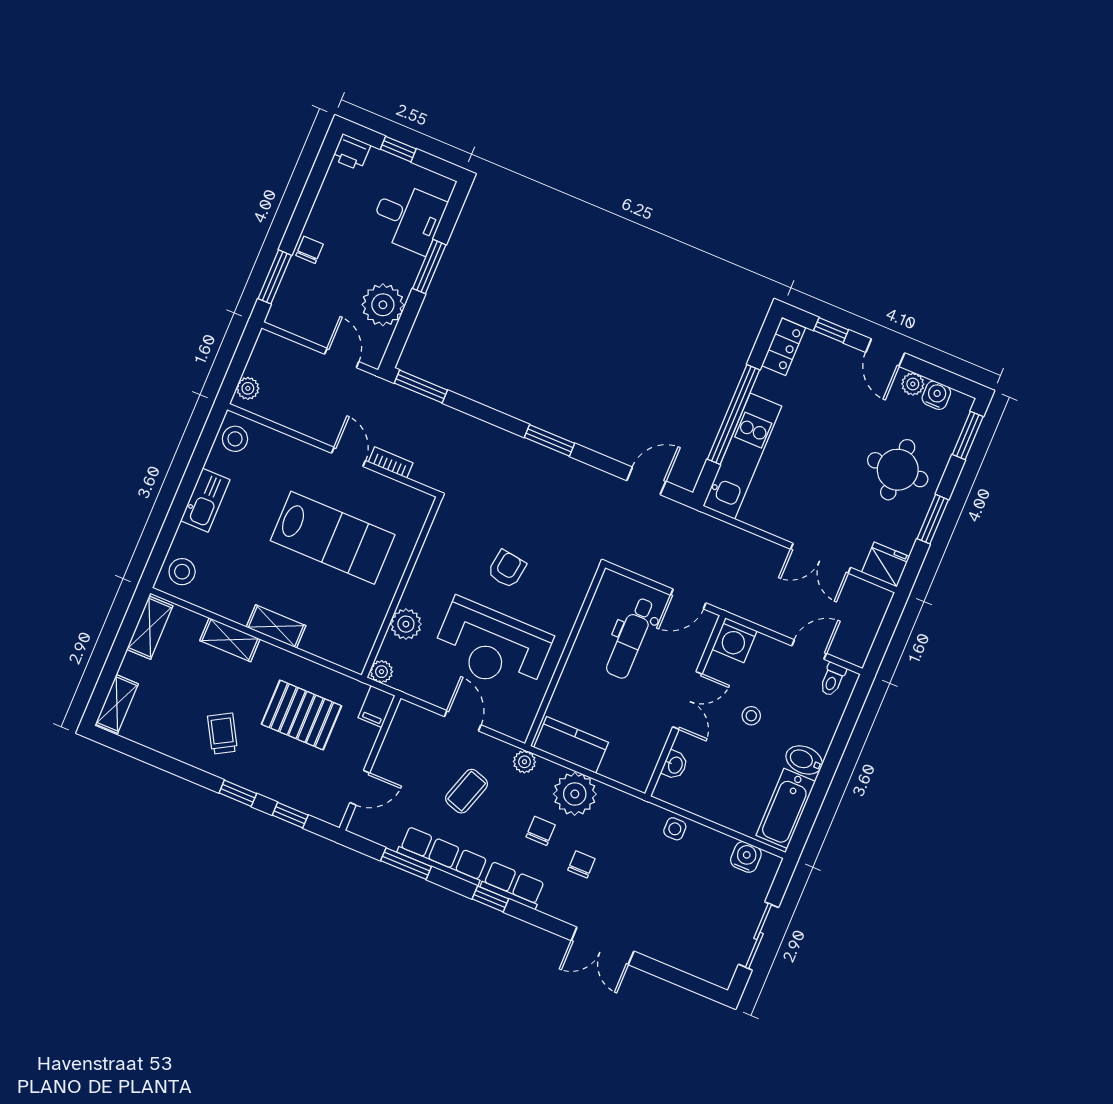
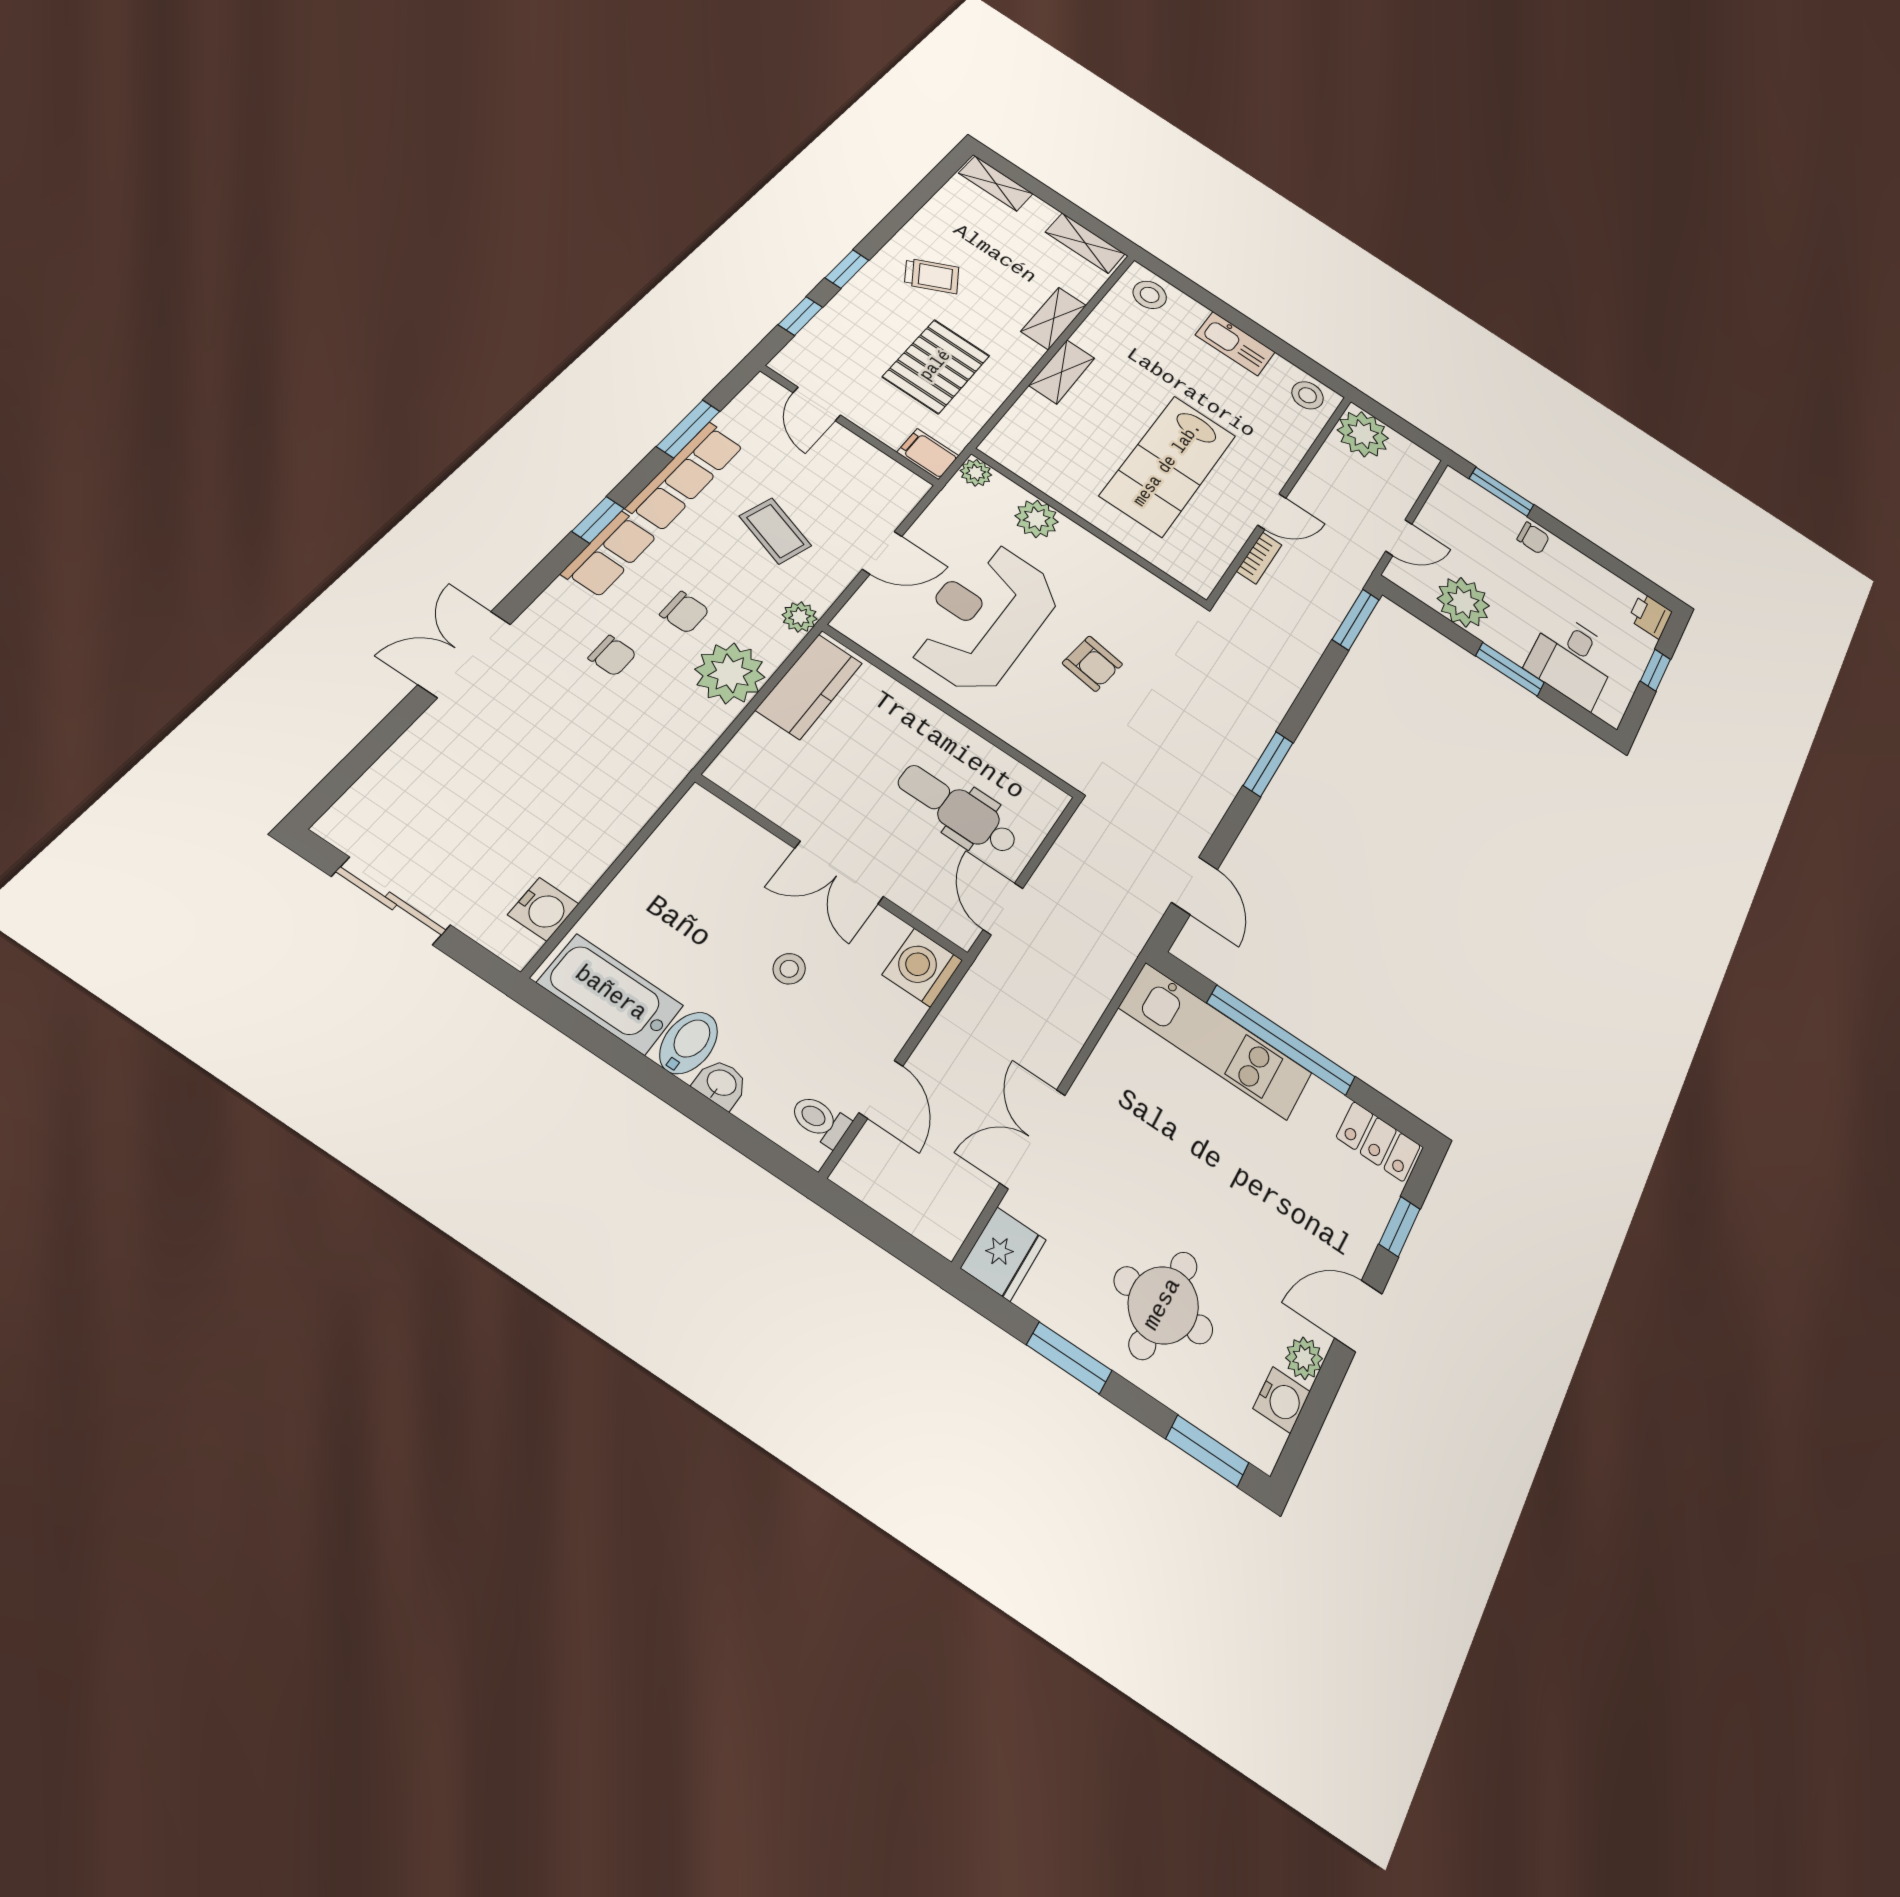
plant: (248, 388) -> (1363, 434), width x1.88, depth x1.88
washbasin: (675, 765) -> (721, 1084), moved, turned 180
side table: (675, 829) -> (629, 806), removed

